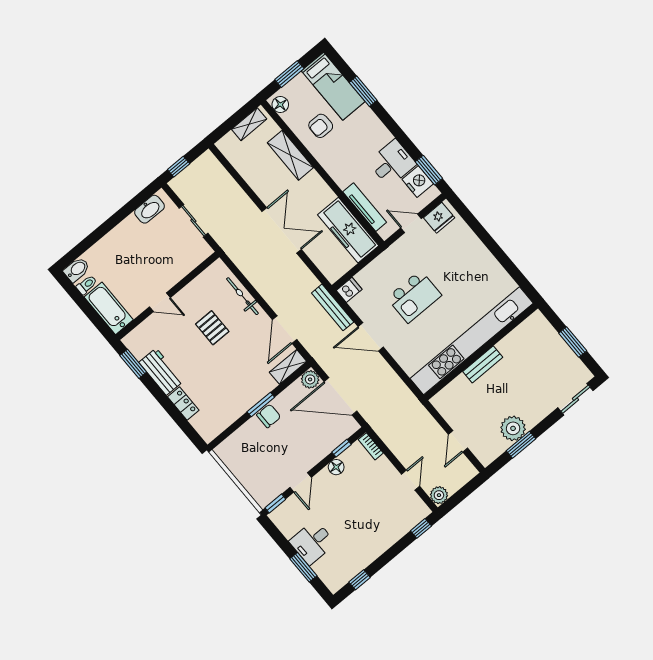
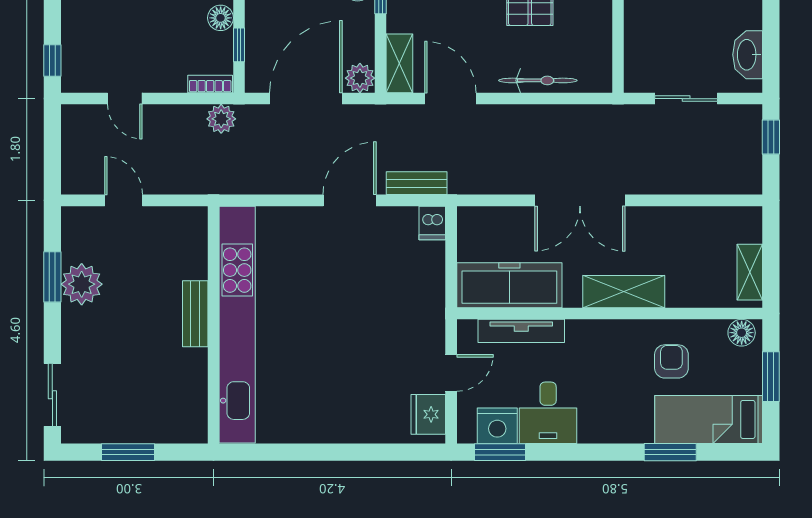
shelving: (290, 155) -> (624, 292), moved
kitchen island: (414, 297) -> (355, 299), removed
bench: (333, 307) -> (417, 183), width x0.73
plant: (439, 495) -> (221, 119), moved

